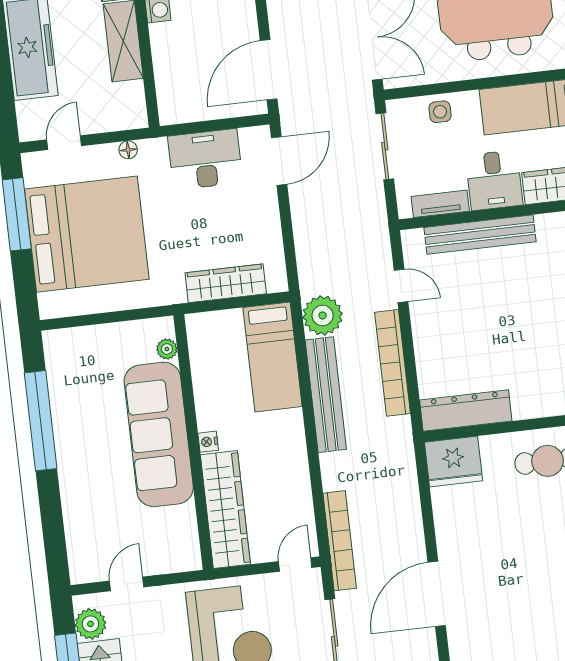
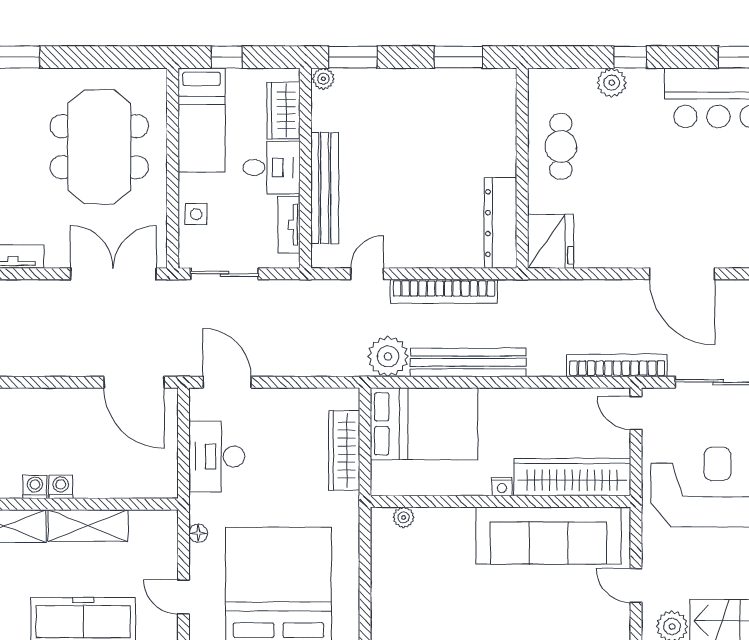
bed: (273, 357) -> (424, 424), width x1.50
sofa: (159, 434) -> (548, 536), moved

